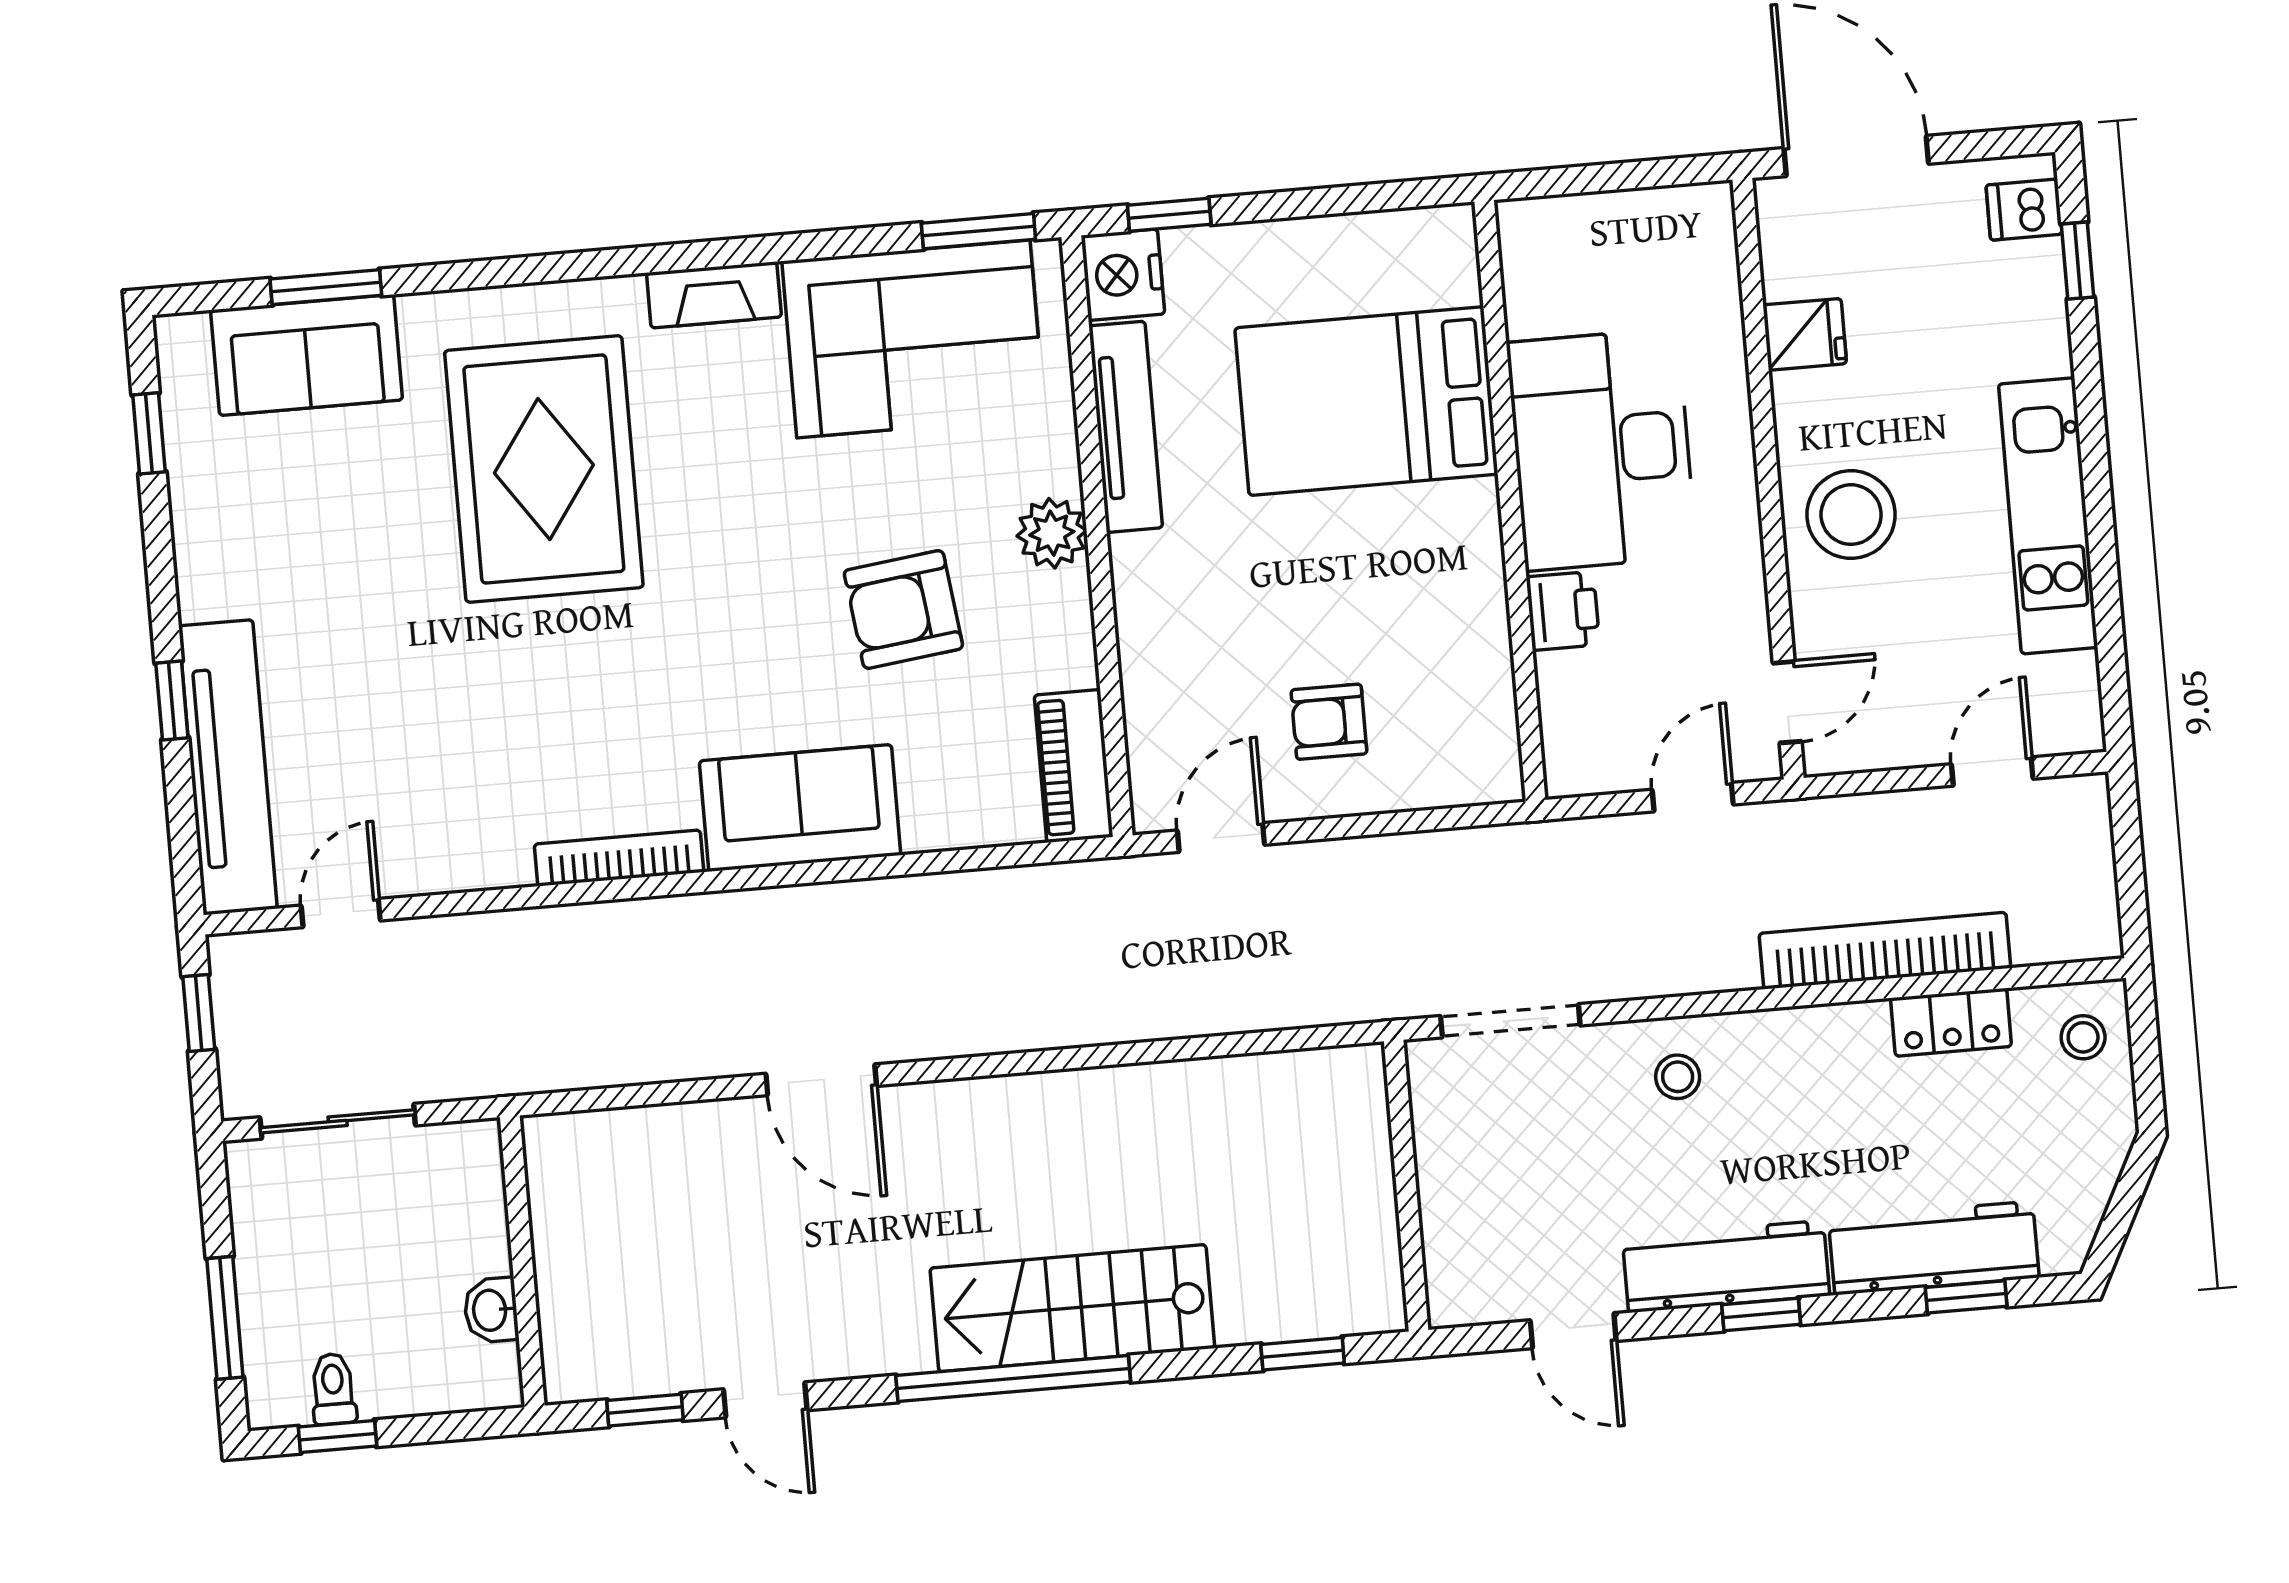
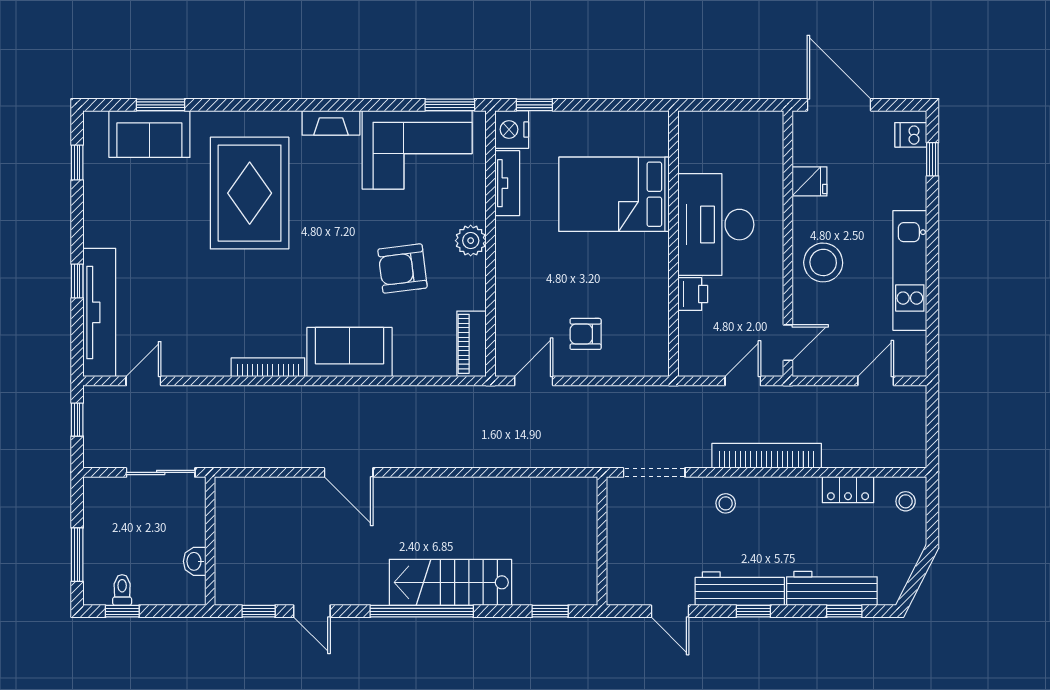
tv unit: (1126, 427) -> (507, 183), width x0.71
bookcase: (1885, 951) -> (767, 456), moved
sliding door: (338, 1121) -> (161, 472), moved

